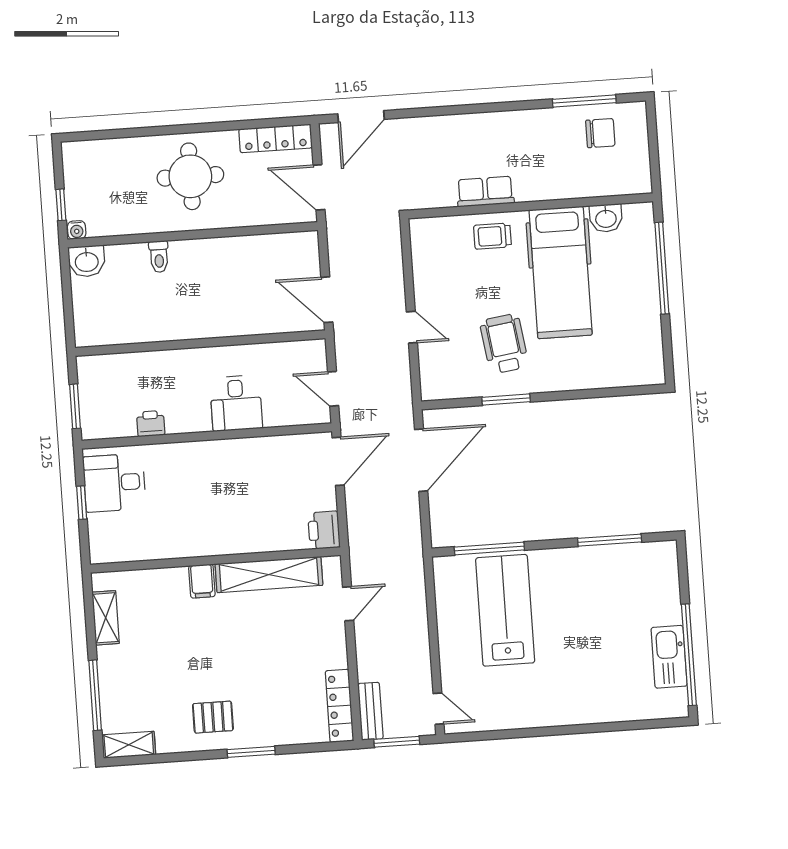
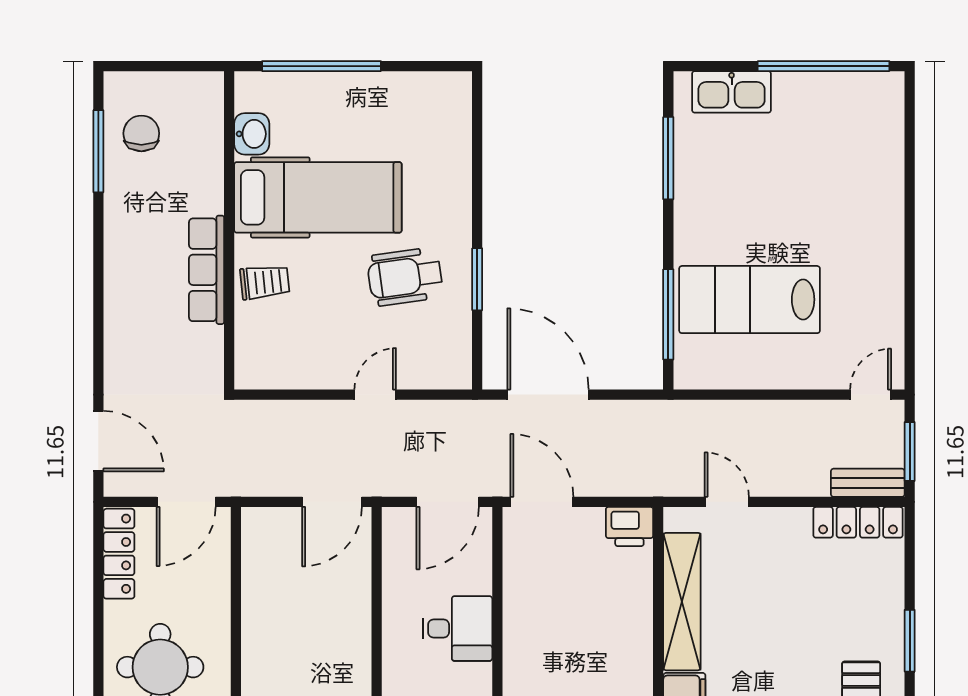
row of seats: (485, 192) -> (207, 270), width x1.48
trolley: (492, 236) -> (265, 282), turned -96
door: (333, 389) -> (448, 502), width x1.38
kitchen sink: (669, 657) -> (732, 92), moved

